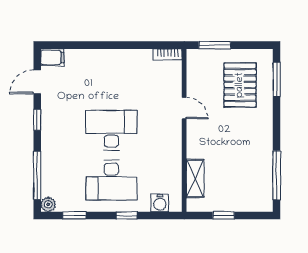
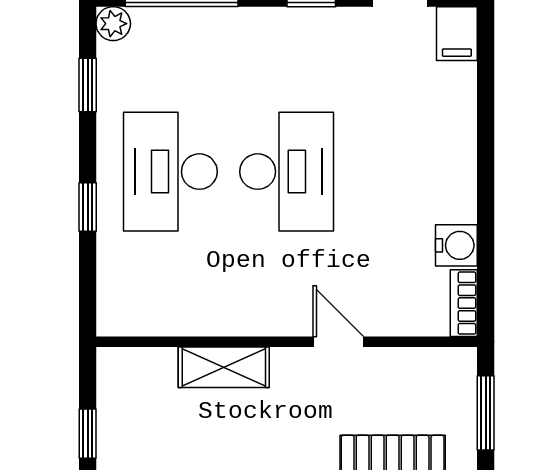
door: (184, 108) -> (338, 342), swing flipped
shelving: (195, 179) -> (224, 367), moved
water cooler: (160, 203) -> (456, 245), moved, turned 180

